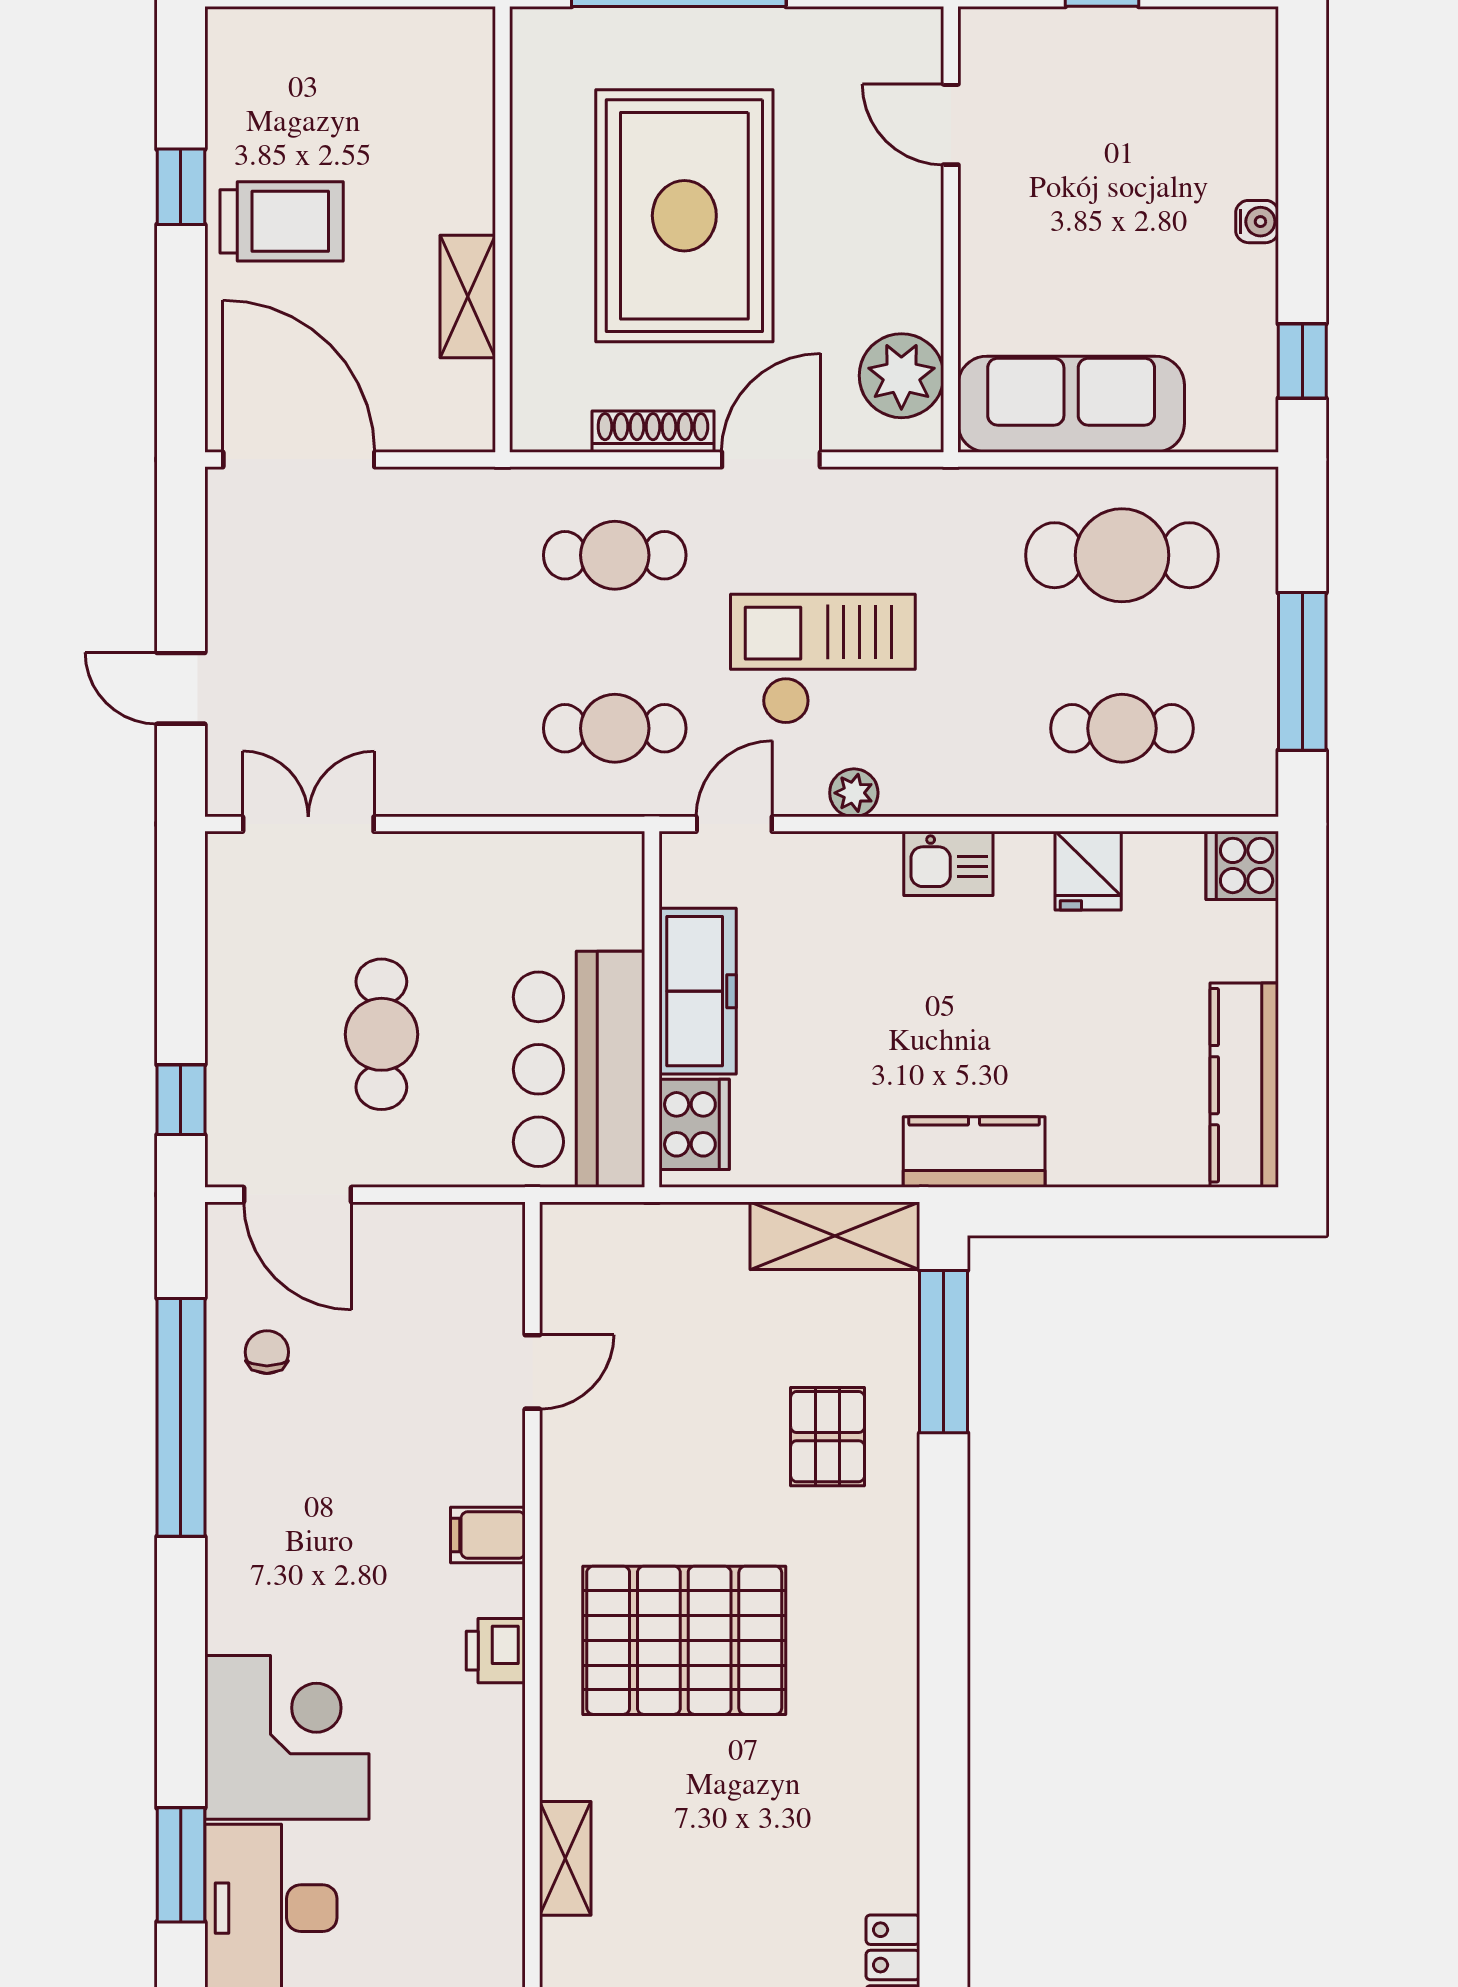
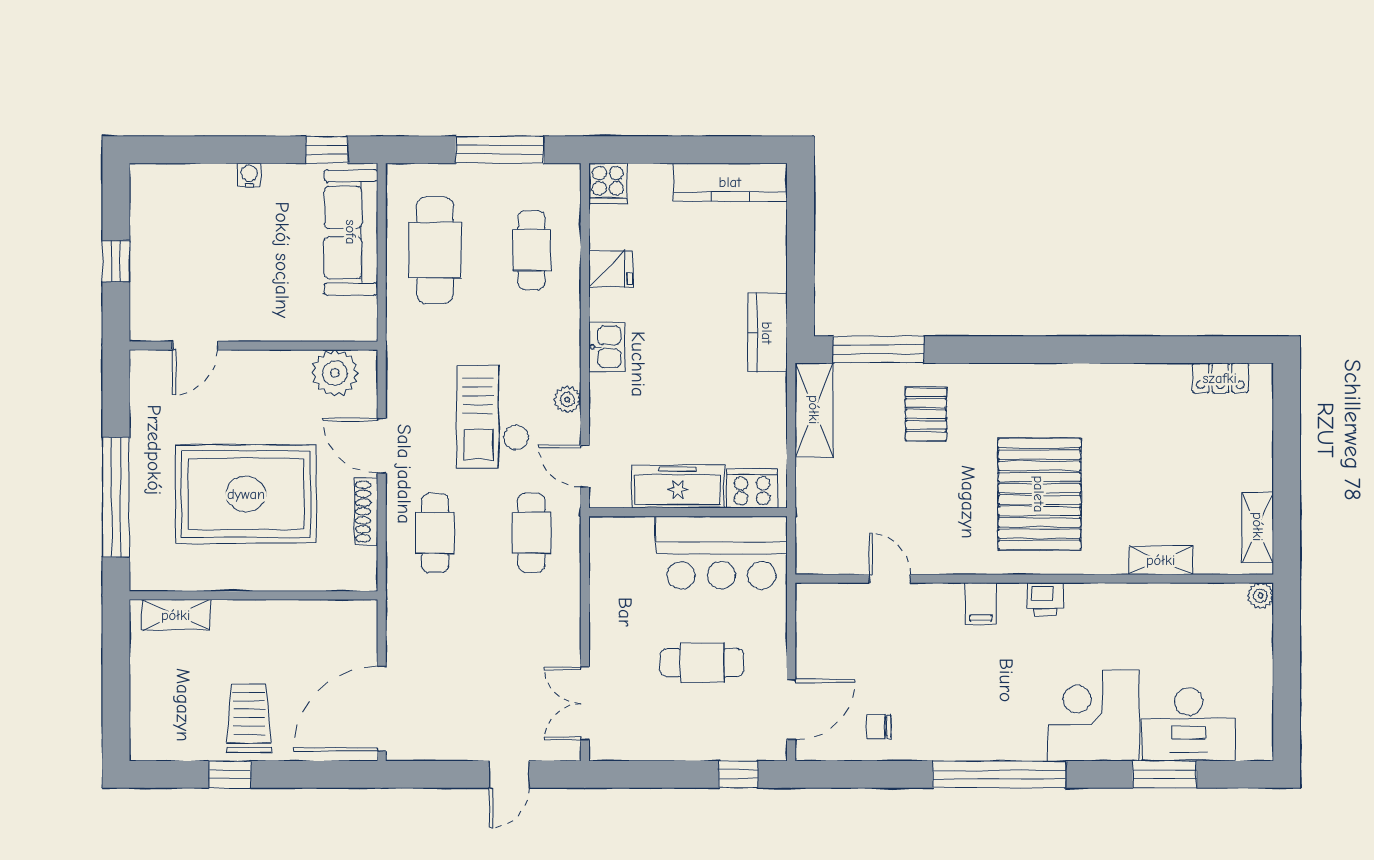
shelving: (468, 296) -> (176, 615), moved
sofa: (1071, 404) -> (351, 232), moved
window: (181, 1417) -> (999, 774), moved
pallet: (828, 1437) -> (926, 414), turned 90

